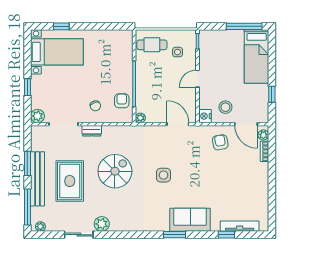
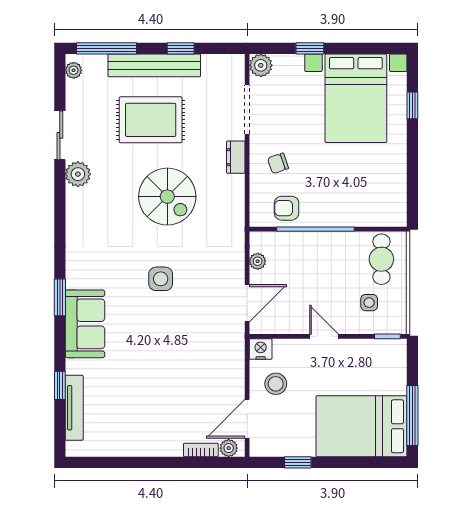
bed with nightstands: (57, 52) -> (356, 98), width x1.36
bed: (257, 57) -> (362, 426), width x1.50
armchair: (122, 101) -> (287, 208), turned 180
plant: (140, 118) -> (258, 261), moved
armchair: (220, 142) -> (216, 375), removed
window: (27, 163) -> (181, 48), width x0.67

